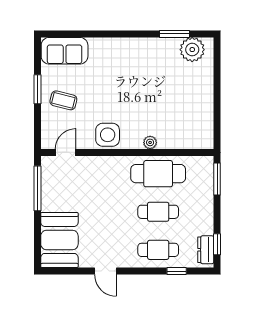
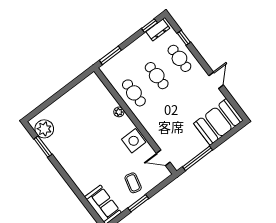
cafe table: (158, 174) -> (134, 93), width x0.73, depth x0.74

